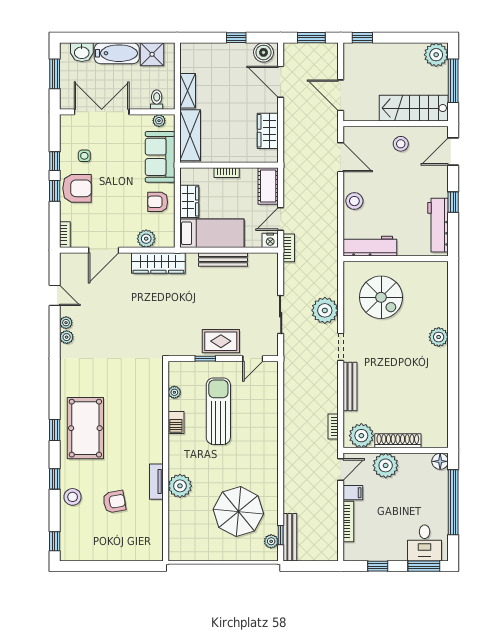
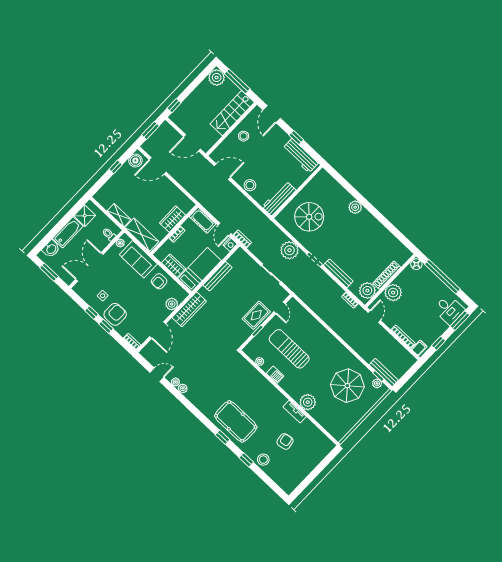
wardrobe: (268, 131) -> (173, 219), moved, turned 90
filing cabinet: (353, 493) -> (419, 348), moved
window: (55, 541) -> (277, 489), removed

